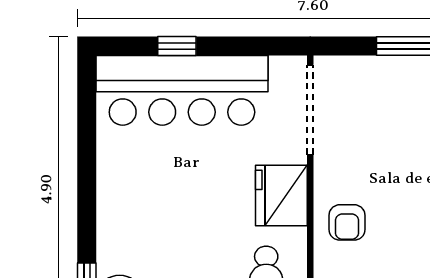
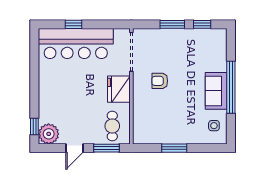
armchair: (347, 222) -> (160, 81), moved, turned 90

